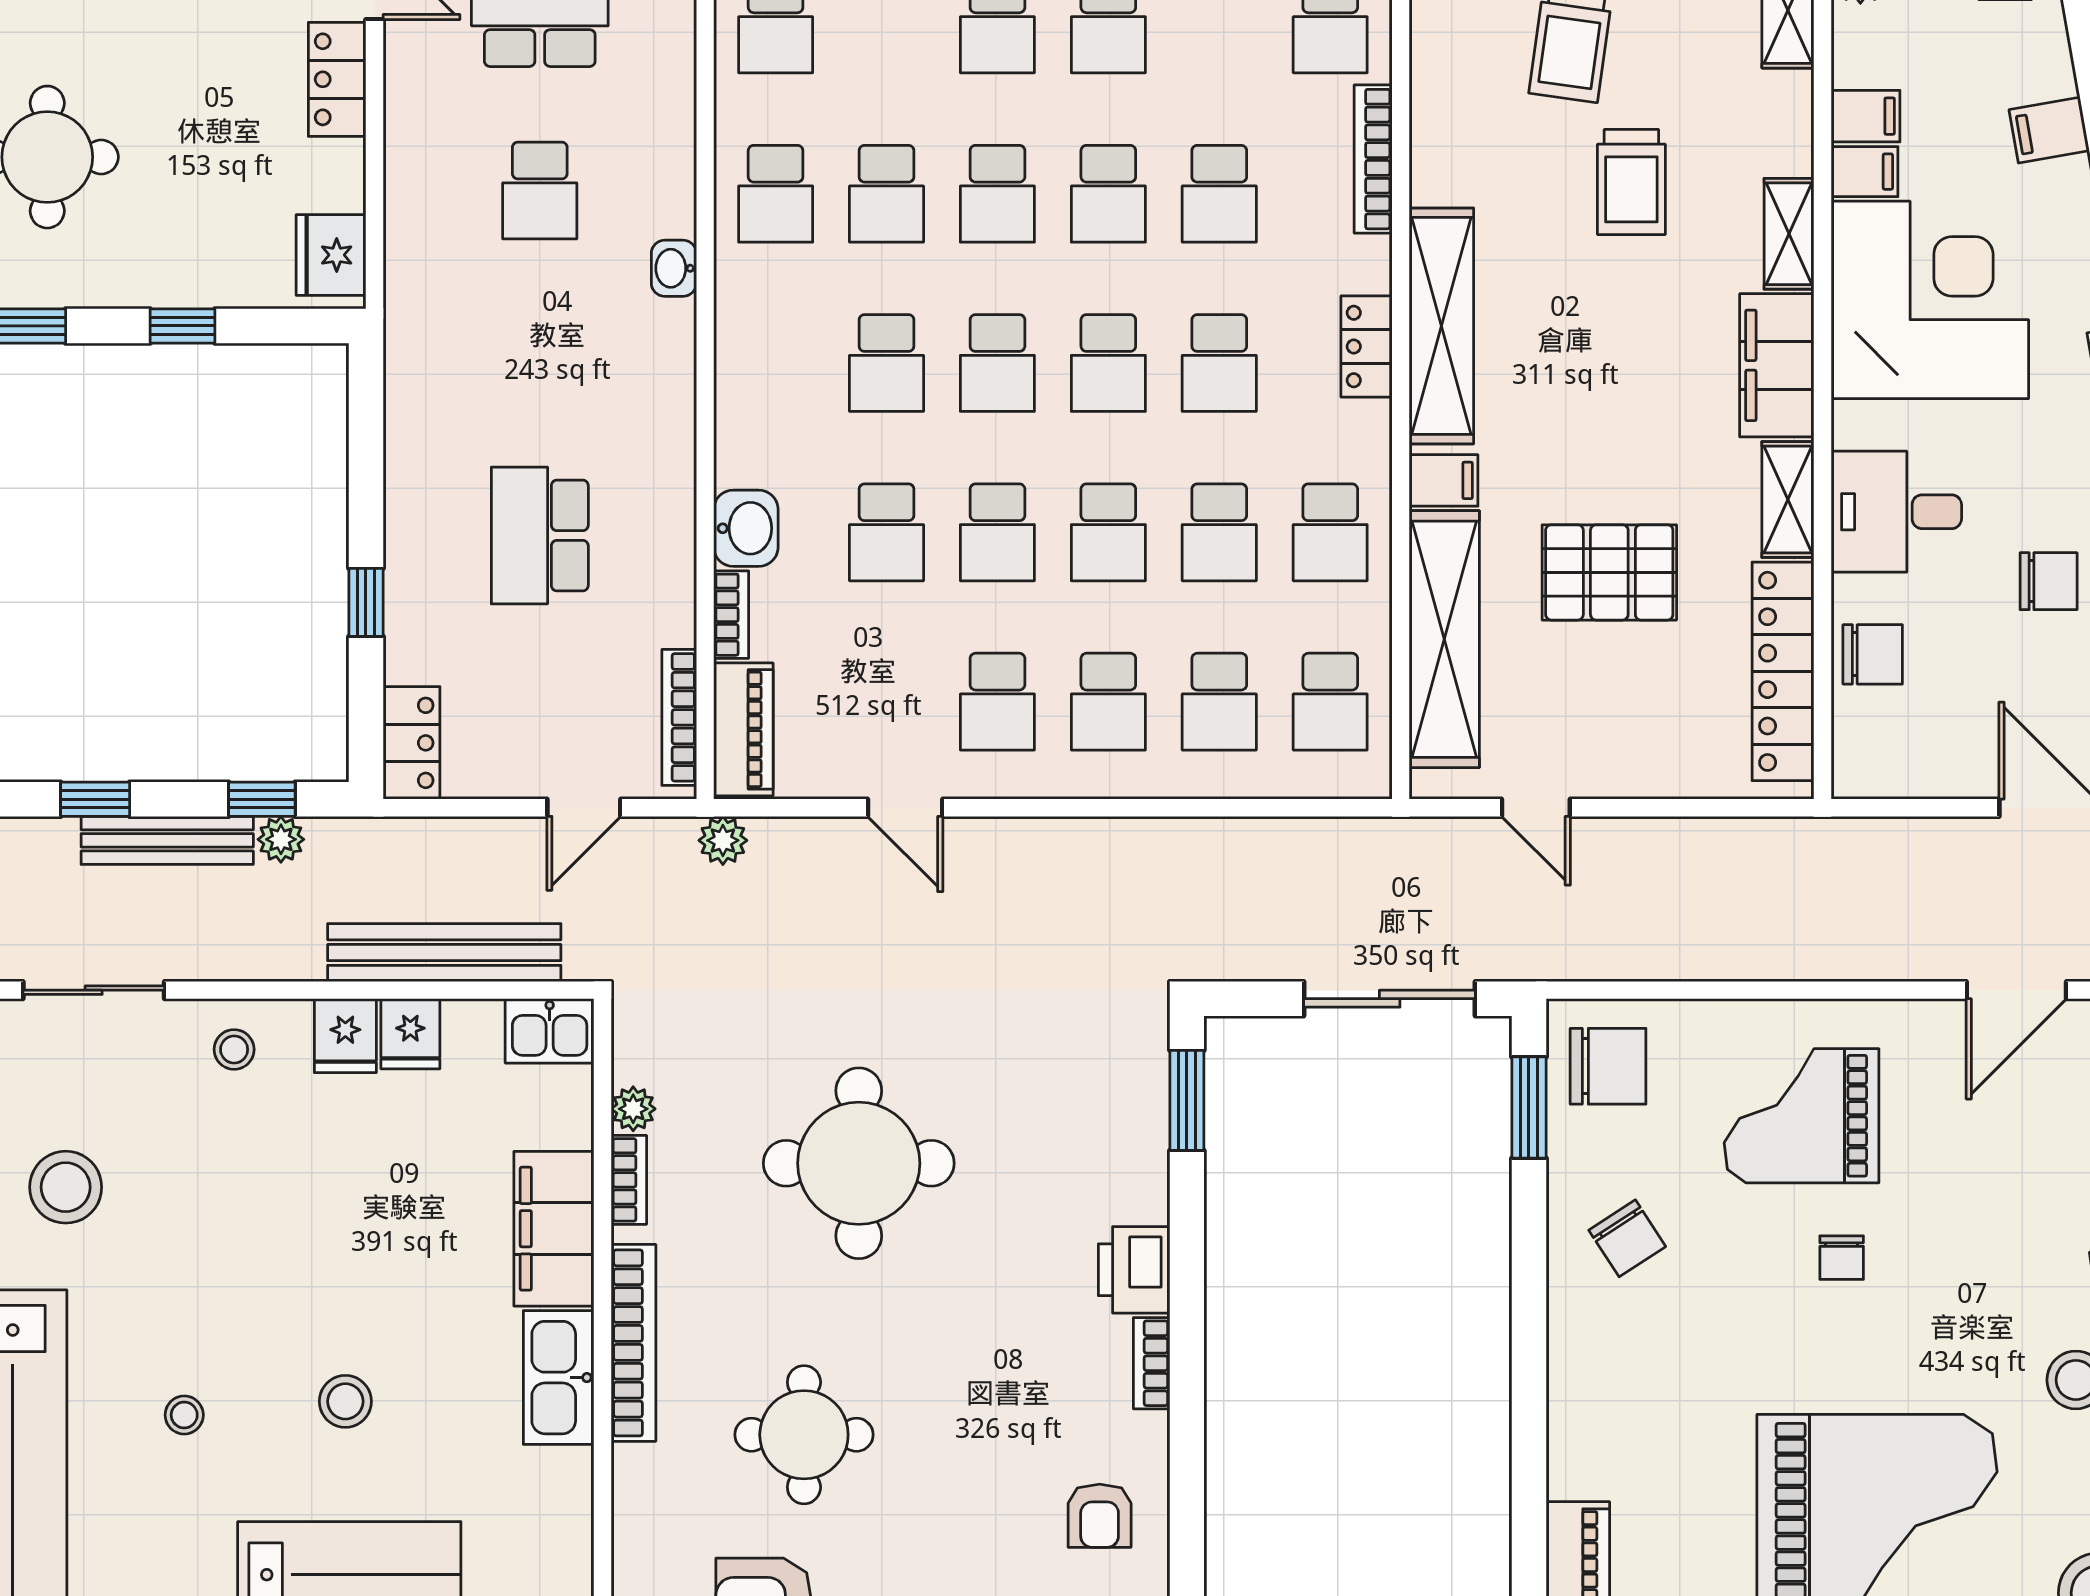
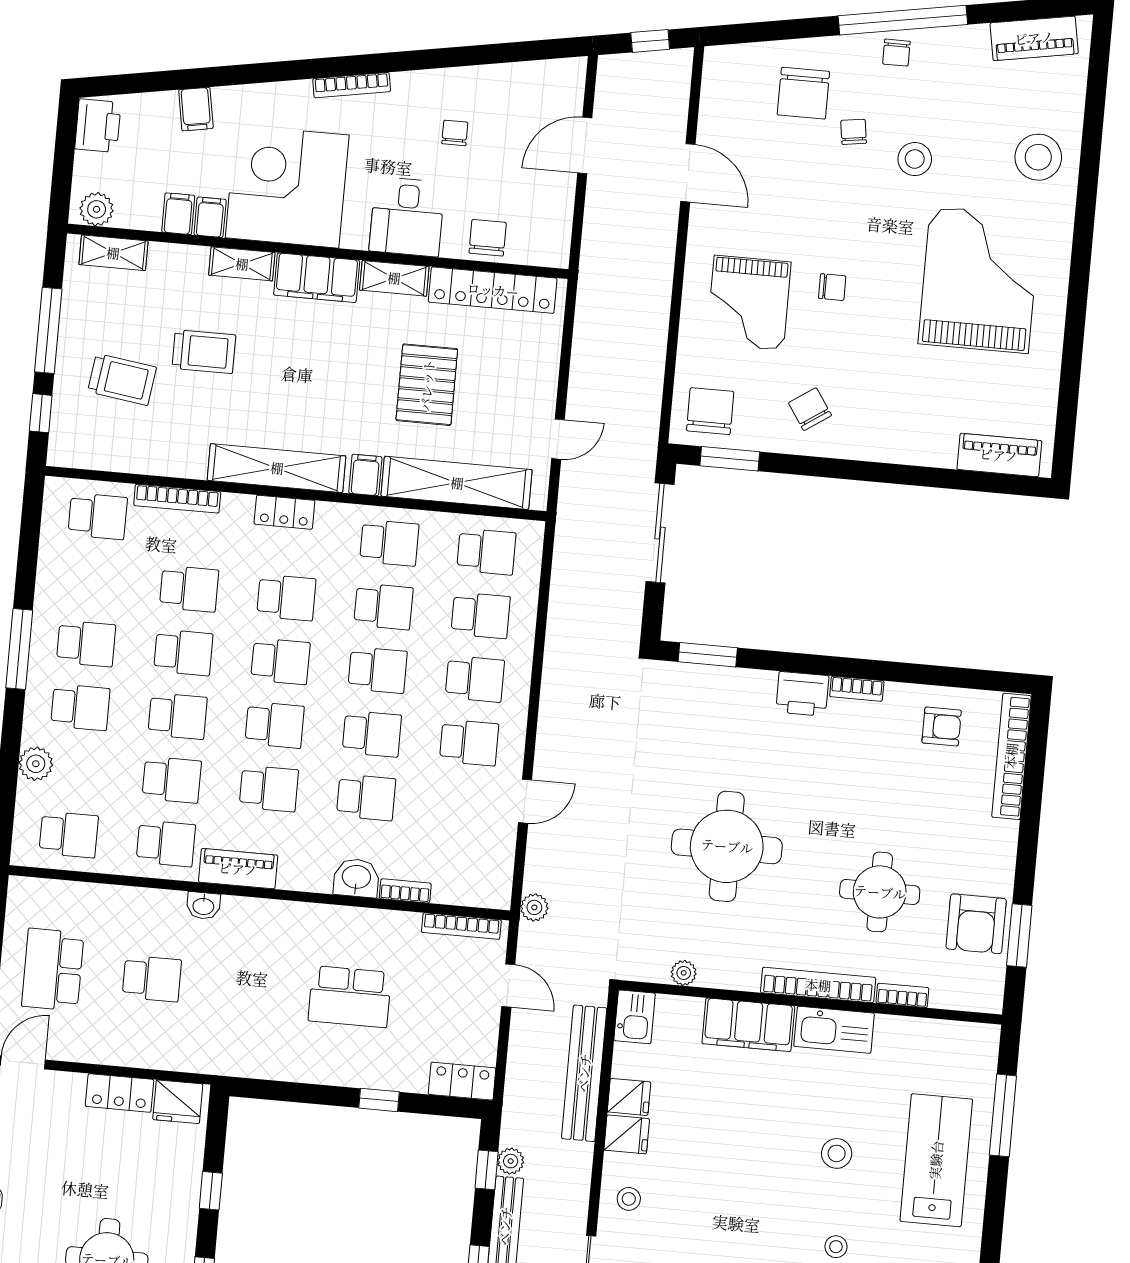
locker: (337, 79) -> (120, 1093), moved
chair: (2049, 581) -> (455, 133), width x0.73, depth x0.73
piano: (743, 729) -> (238, 869), moved
bookcase: (629, 1180) -> (902, 995), moved
chair: (1627, 1238) -> (810, 409), turned -91

